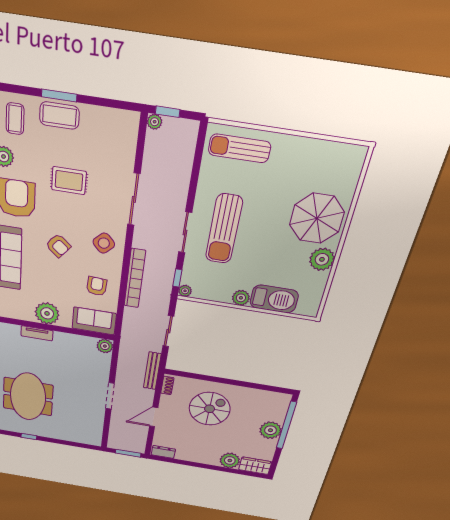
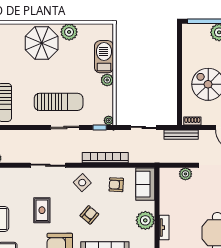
plant: (105, 346) -> (185, 174), moved

